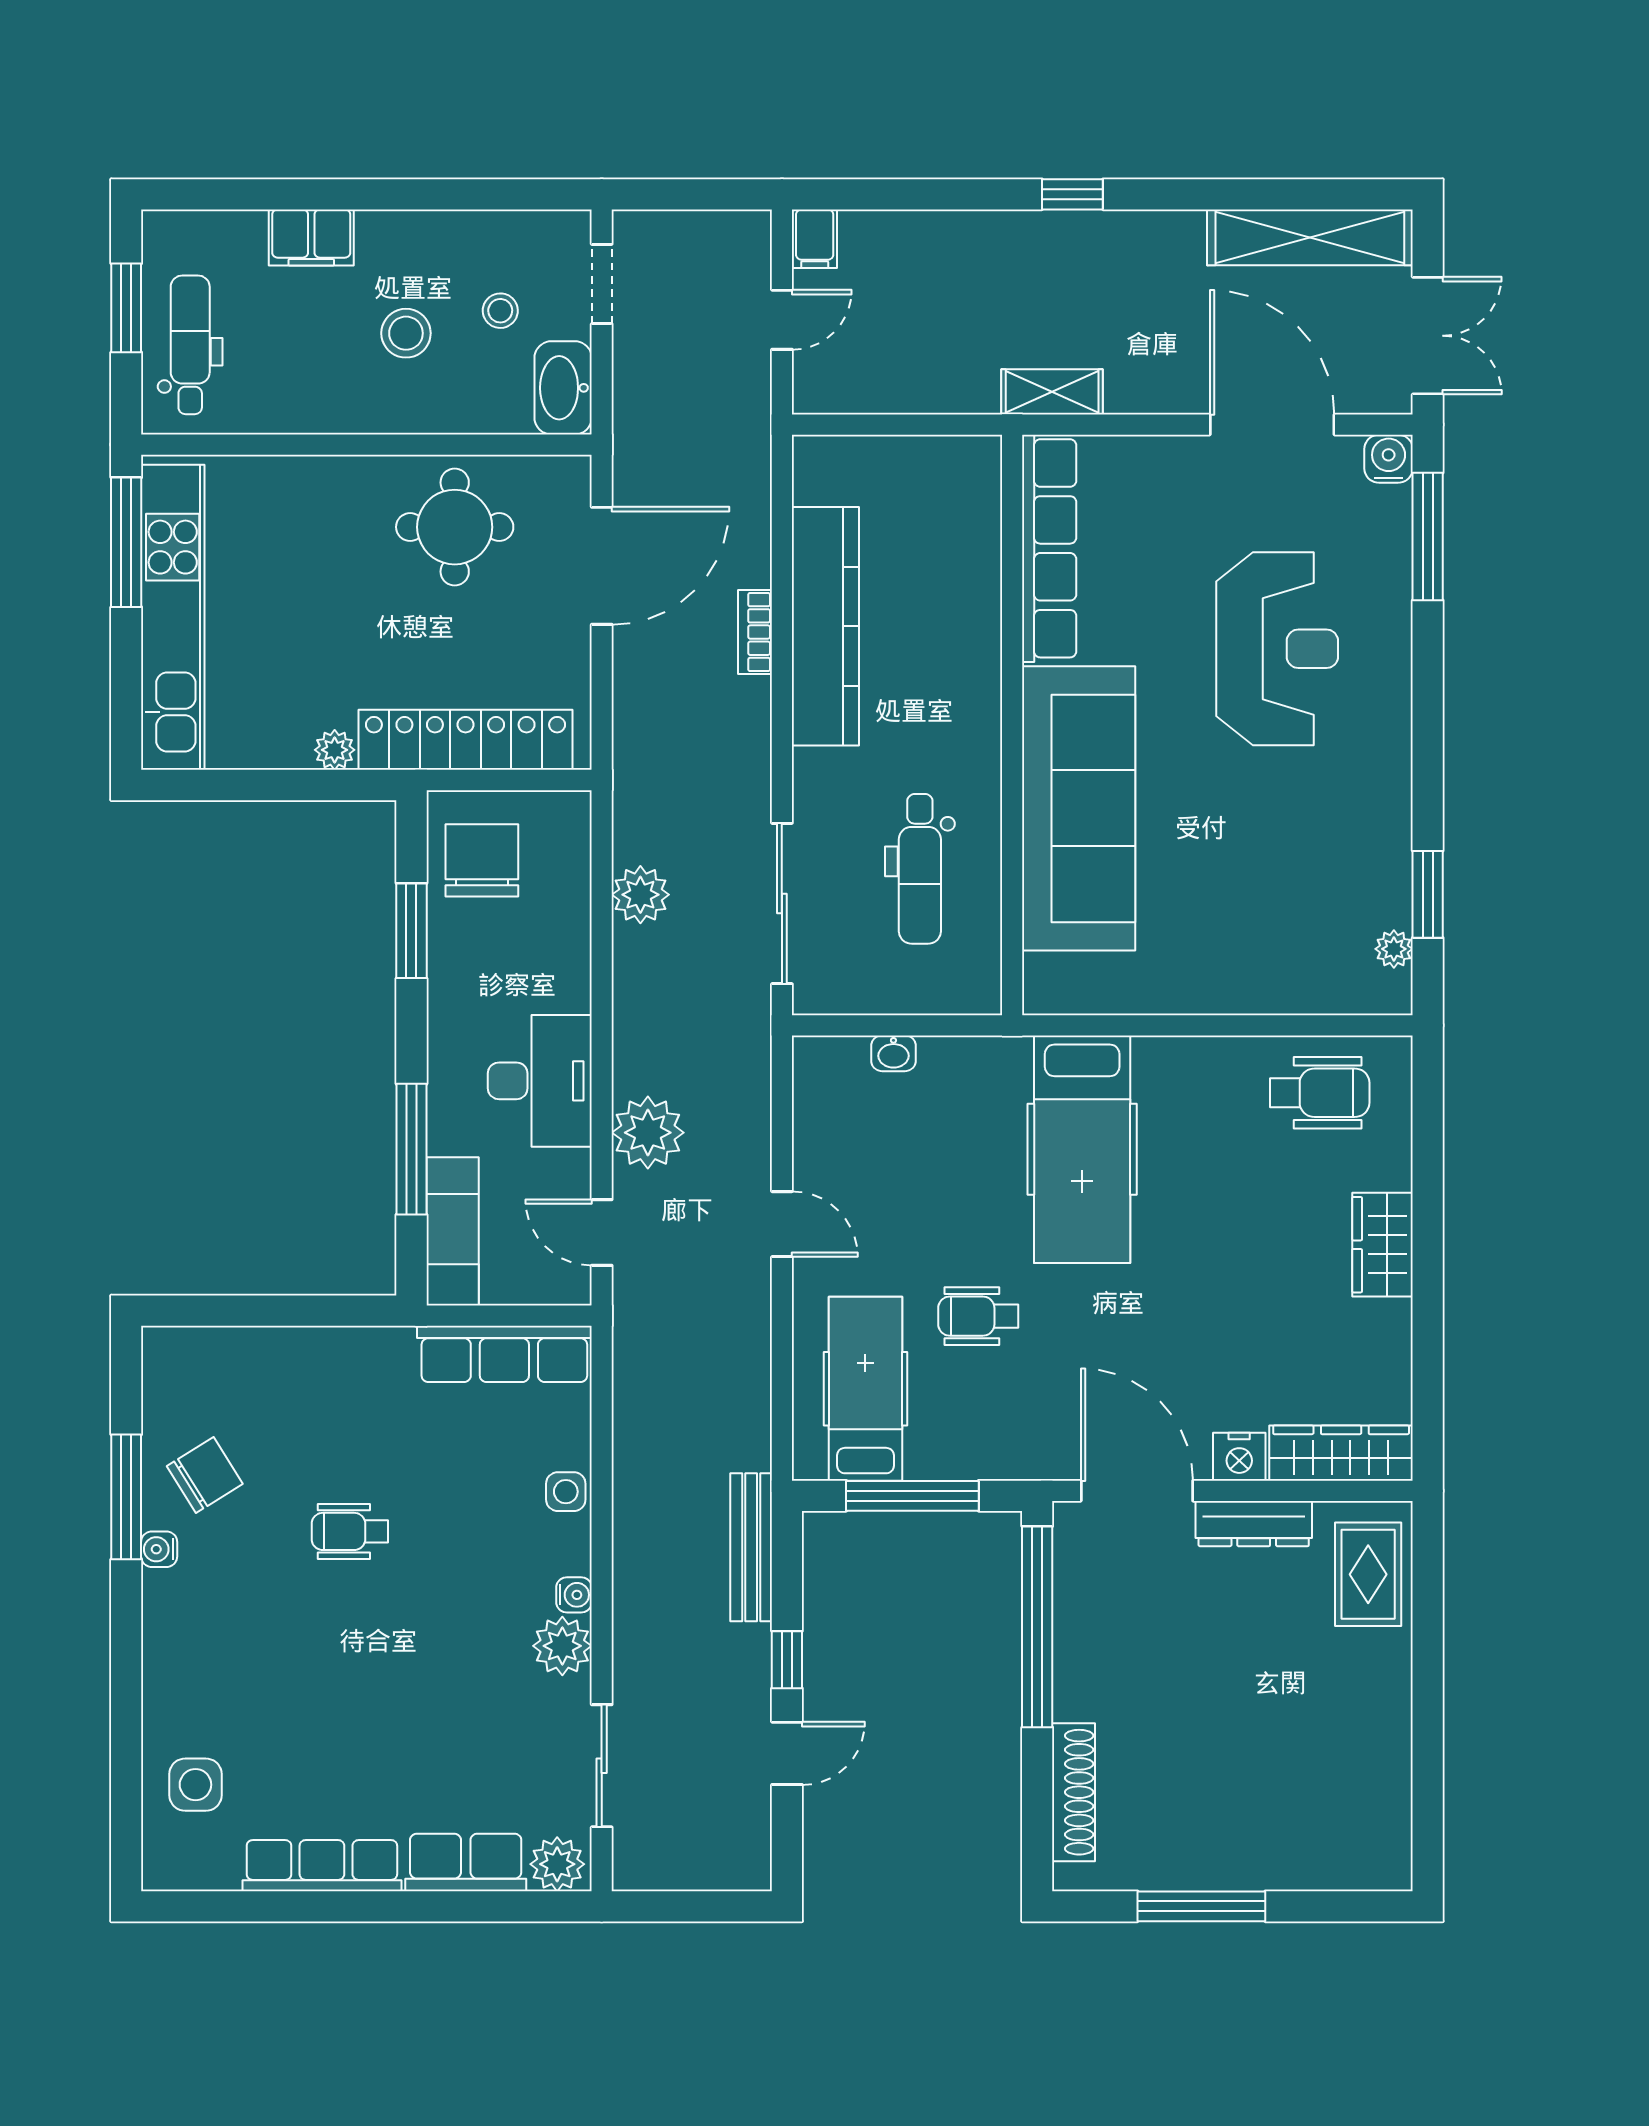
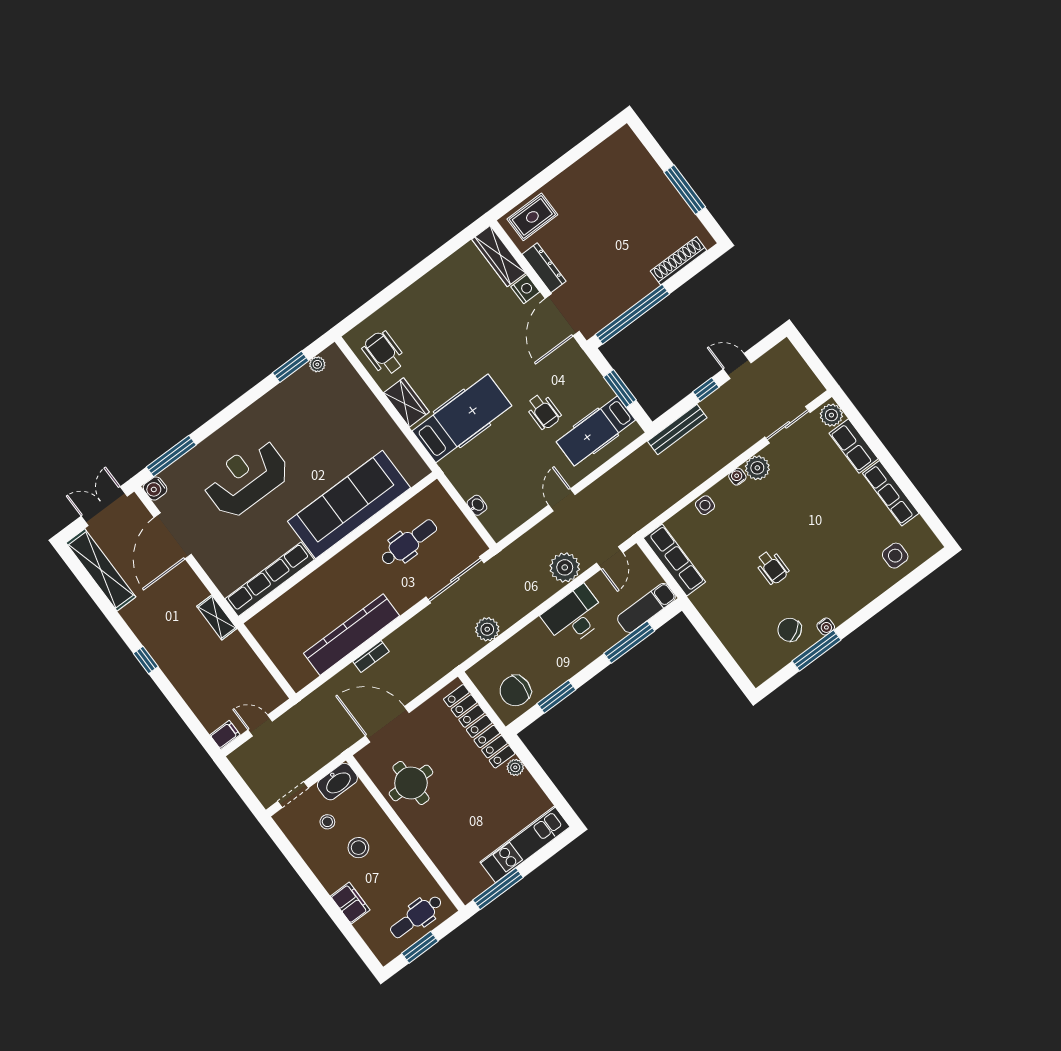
kitchen unit: (173, 617) -> (525, 844), width x0.73
wardrobe: (1383, 1245) -> (406, 402), moved, turned -90
window: (912, 1496) -> (620, 389), width x0.69

